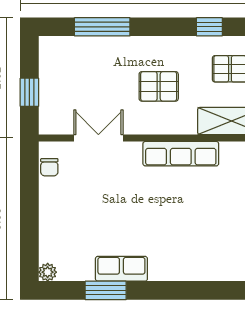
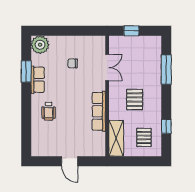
chair: (49, 167) -> (73, 63), moved
wheelchair: (180, 248) -> (49, 111), added
plant: (48, 272) -> (40, 45), width x1.88, depth x1.88

